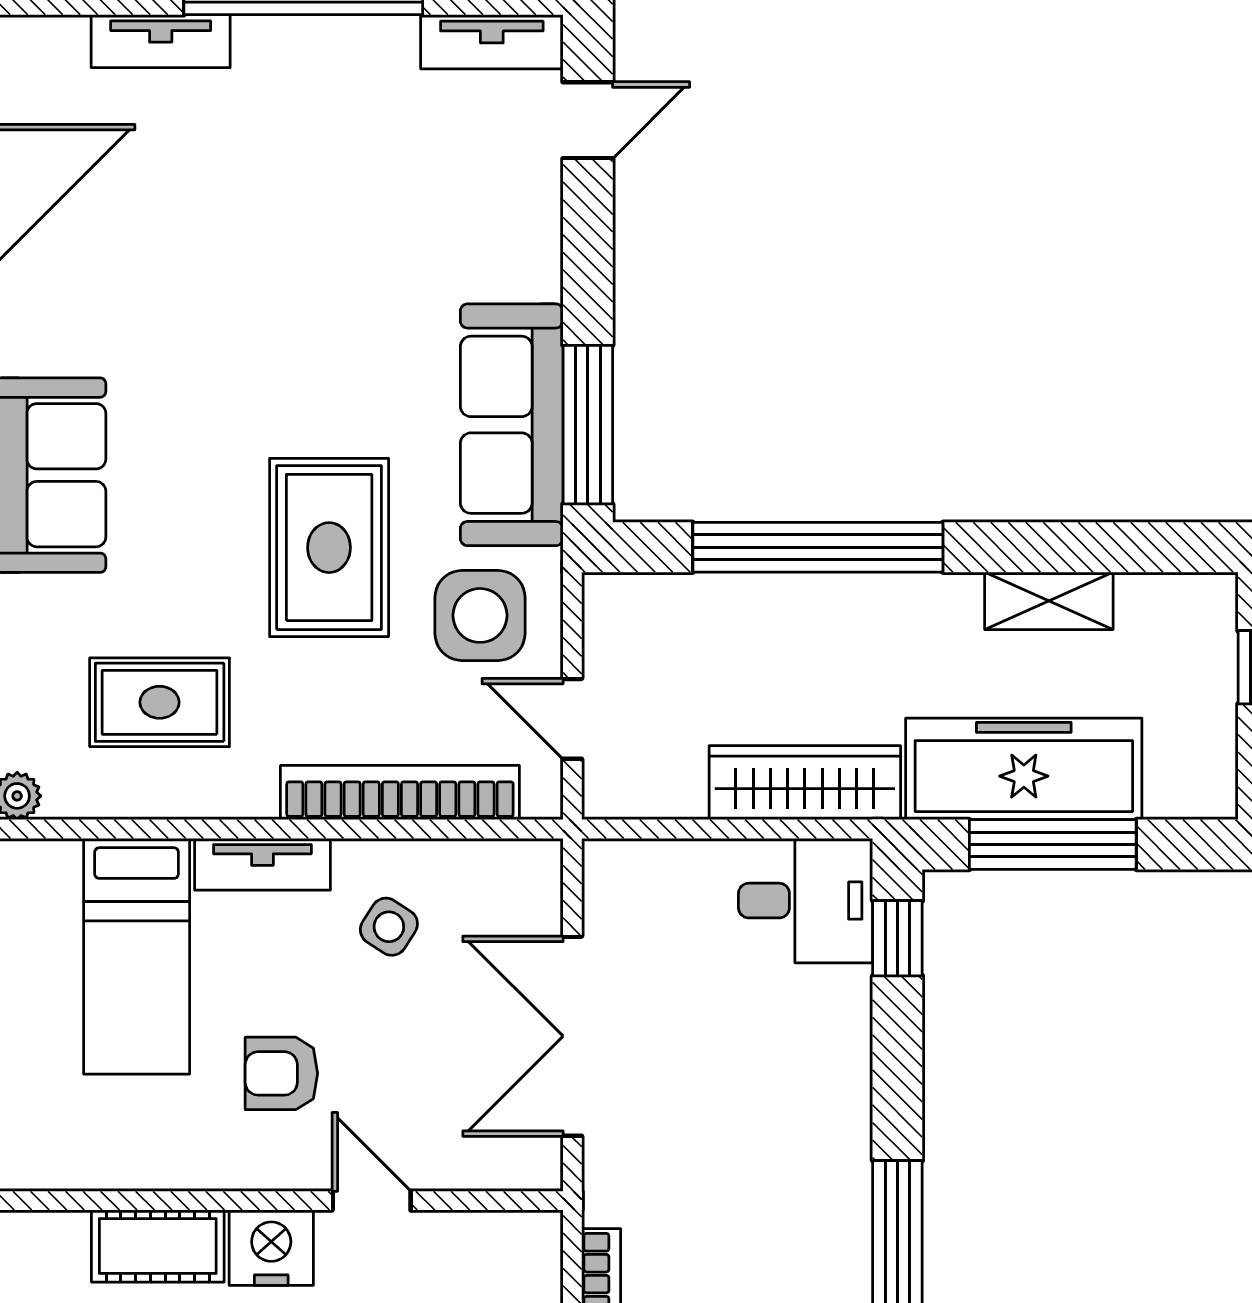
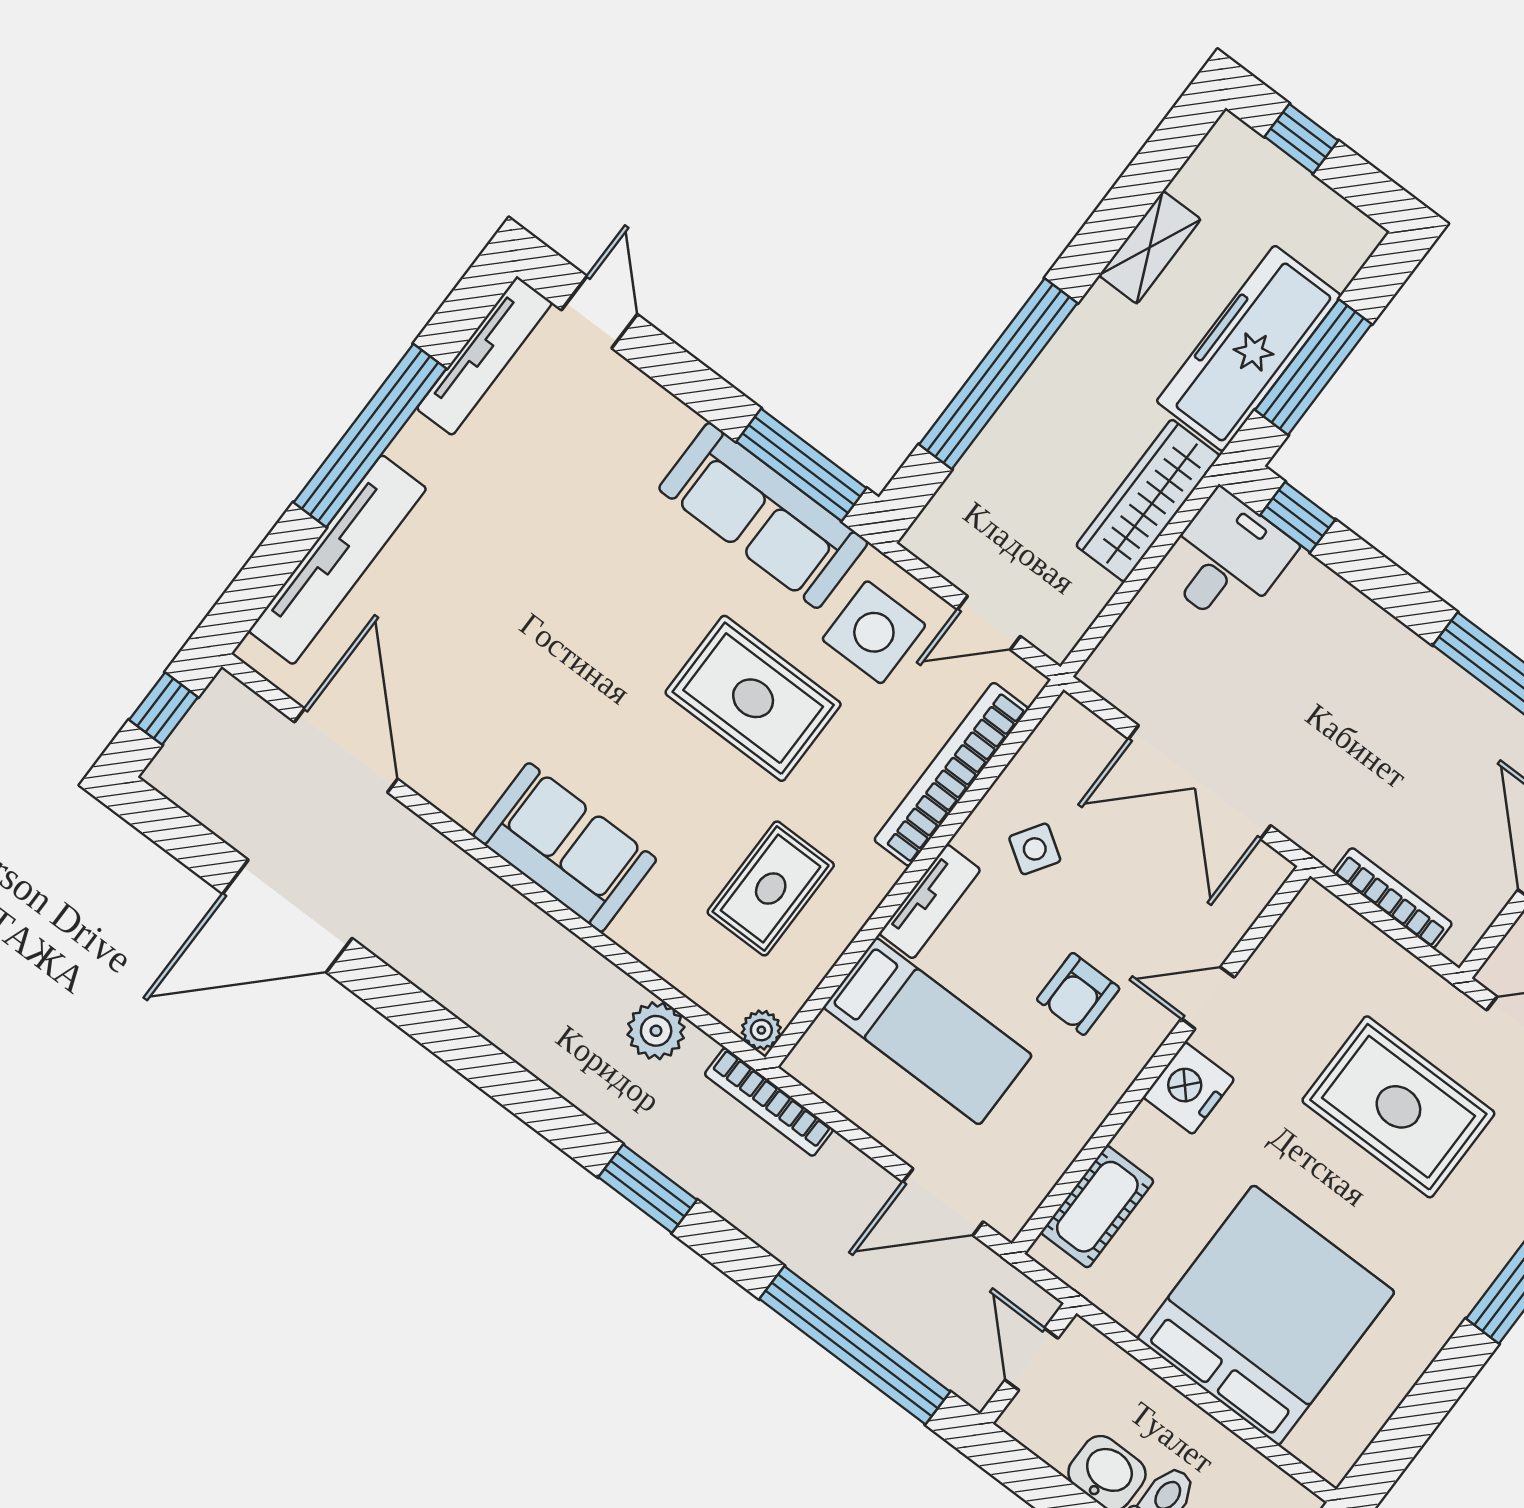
tv unit: (161, 41) -> (338, 560), width x1.92, depth x1.29
tv unit: (492, 42) -> (485, 356), width x1.41
cot: (158, 1246) -> (1097, 1207), moved

